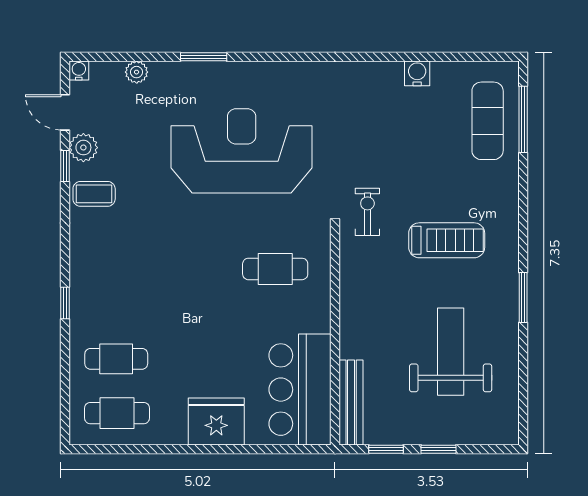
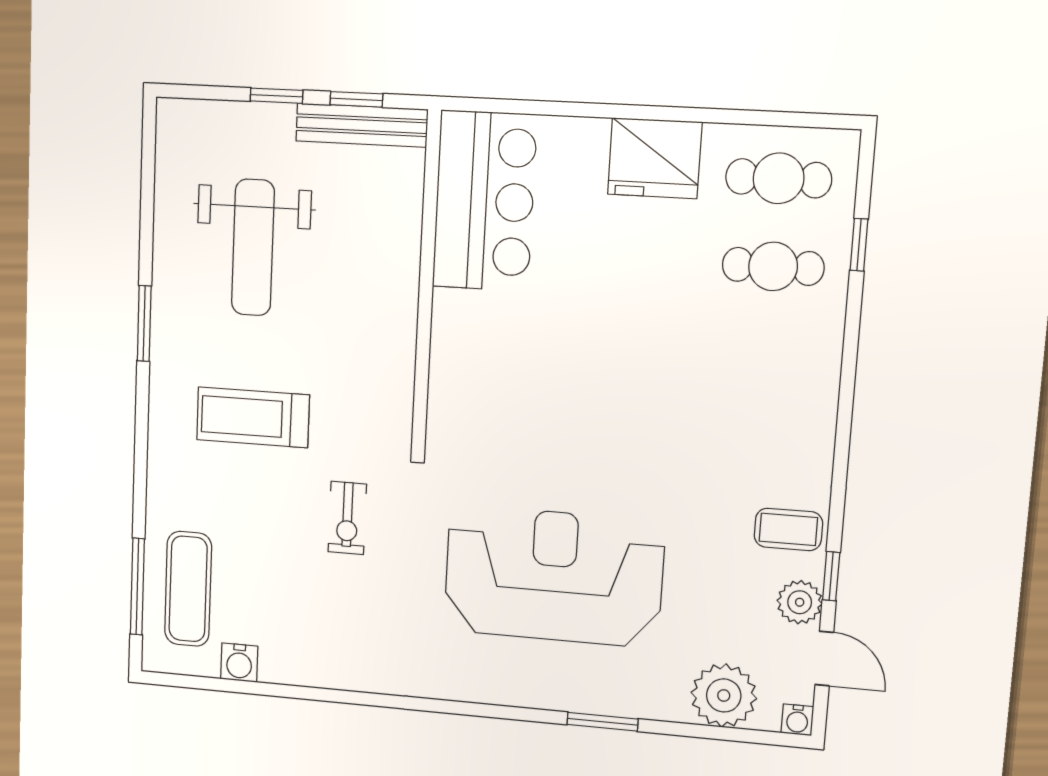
plant: (137, 72) -> (724, 695), width x1.88, depth x1.88
water cooler: (417, 73) -> (239, 663), moved
reception desk: (242, 151) -> (553, 576), turned 180
exercise bike: (367, 212) -> (347, 518), moved
cafe table: (275, 269) -> (512, 392), removed
window: (65, 303) -> (859, 245), moved
bench: (351, 402) -> (362, 125), moved, turned 90
fridge: (216, 422) -> (655, 158), moved

